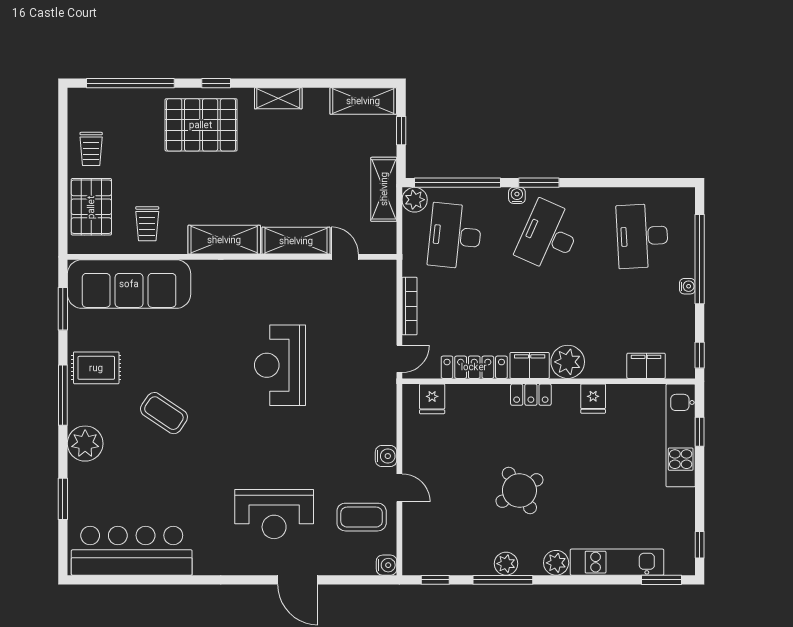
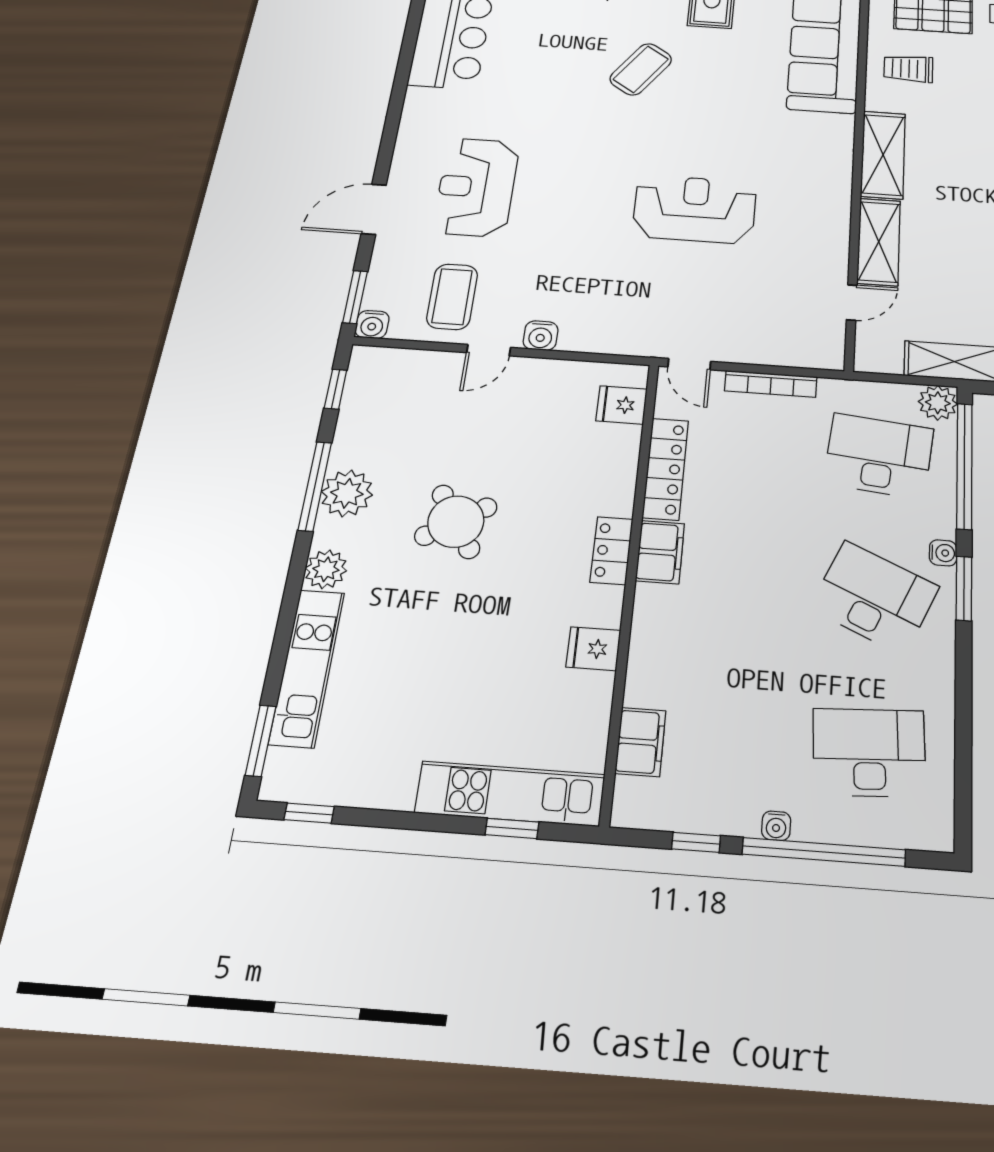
window: (700, 355) -> (696, 842), moved
plant: (568, 362) -> (660, 612), removed
plant: (506, 564) -> (347, 493), width x1.36, depth x1.36
window: (367, 580) -> (355, 297), added

